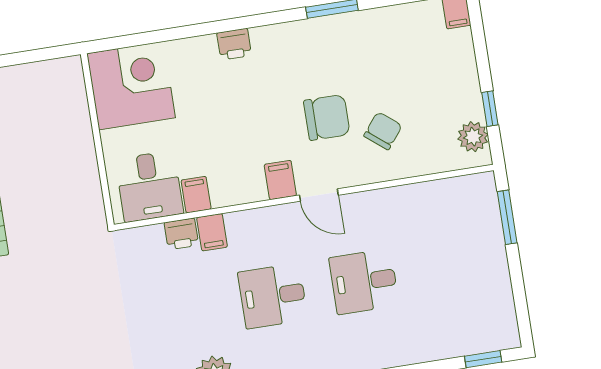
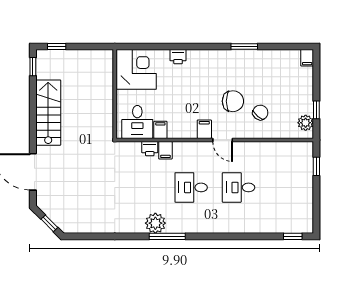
printer: (234, 44) -> (178, 57), moved
window: (507, 217) -> (316, 166), width x0.67

